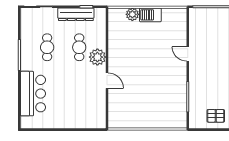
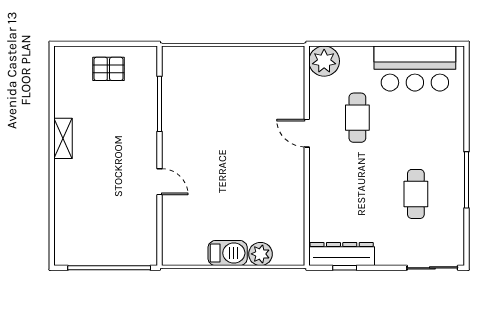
dresser: (76, 14) -> (342, 254), moved
cafe table: (79, 47) -> (357, 118), moved
plant: (97, 57) -> (324, 61), moved
bar counter: (33, 94) -> (415, 69), moved, turned -90

